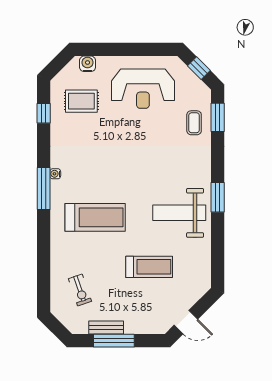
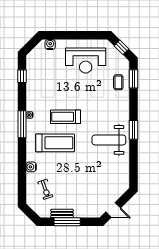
rug: (81, 101) -> (46, 68), removed
water cooler: (58, 255) -> (31, 167), added
treadmill: (149, 267) -> (66, 117), moved, turned 180

